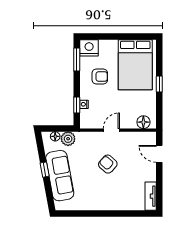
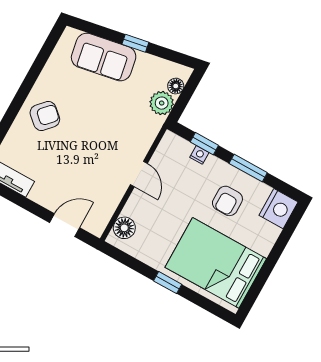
window: (77, 59) -> (248, 168), moved
armchair: (108, 164) -> (45, 116), moved
sofa: (60, 176) -> (104, 57), width x0.73

